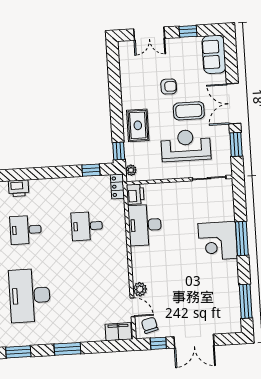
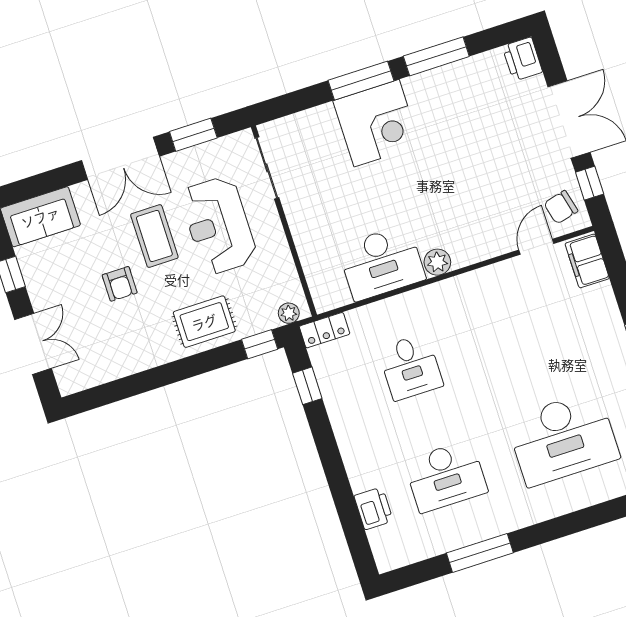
armchair: (169, 87) -> (120, 284), turned 180
printer: (135, 194) -> (522, 59), moved, turned -90
desk: (26, 230) -> (446, 476), width x1.37
plant: (140, 289) -> (437, 262), moved
window: (246, 301) -> (436, 56), moved

